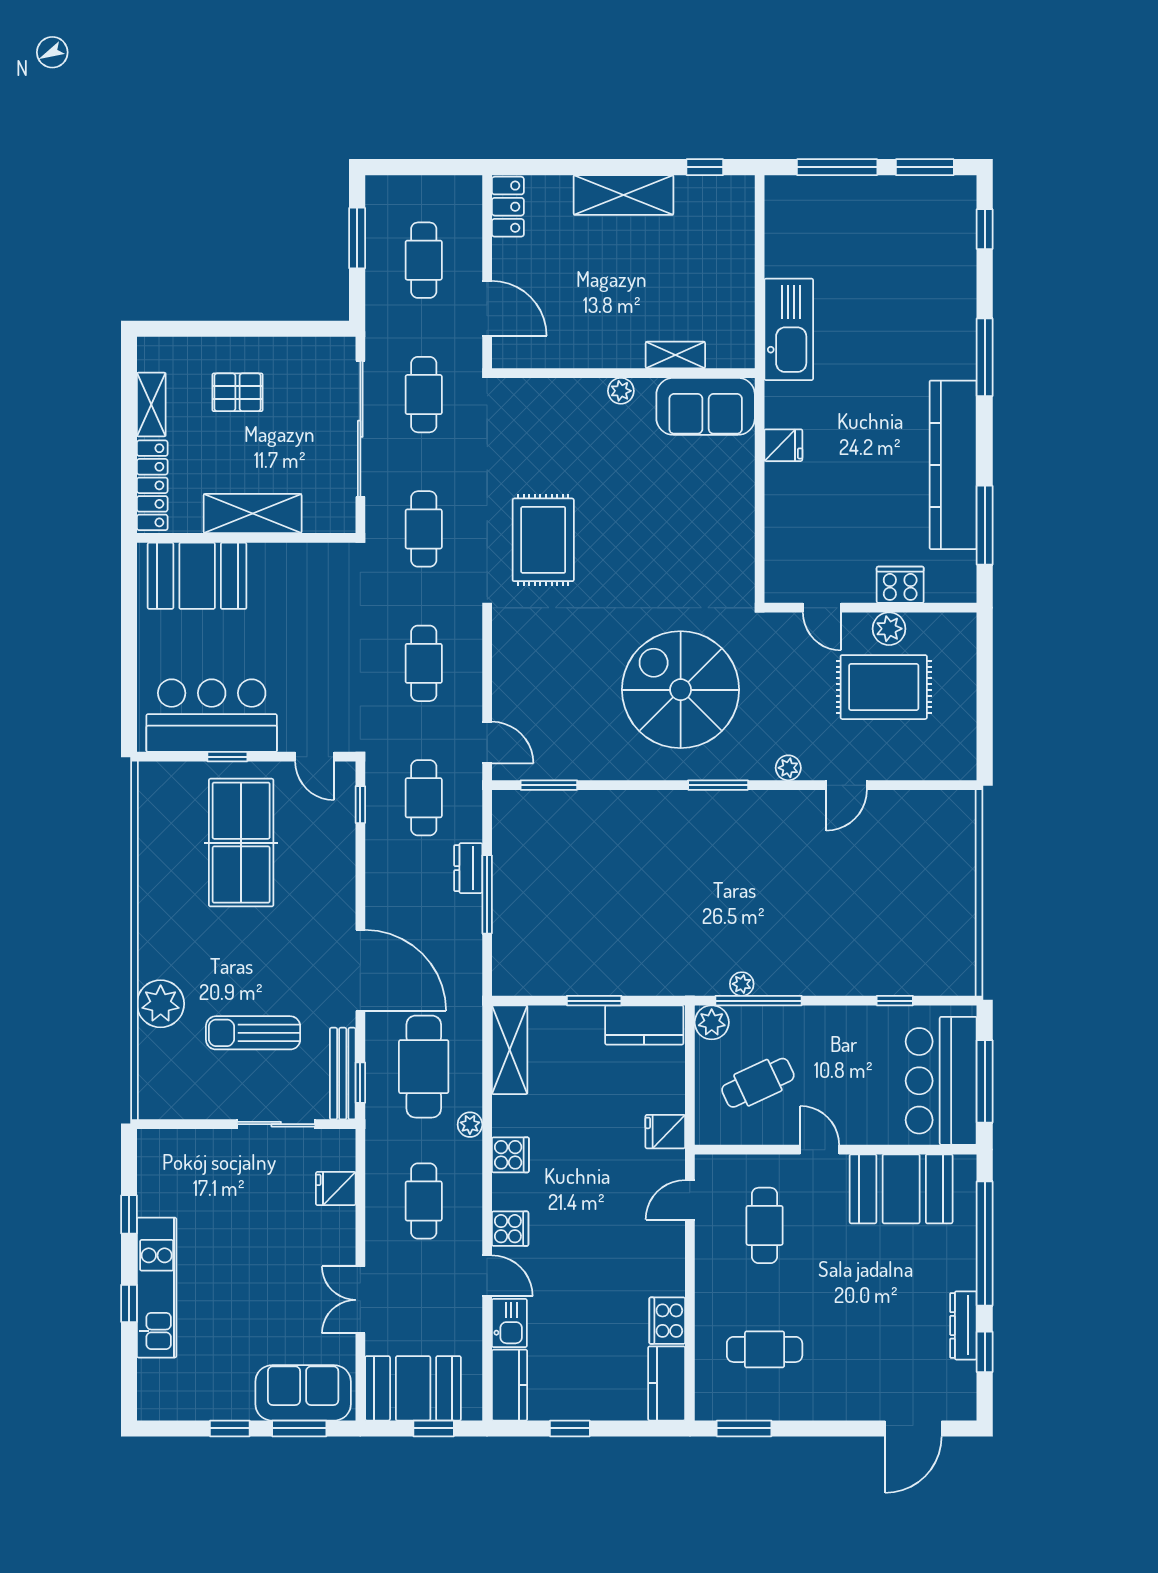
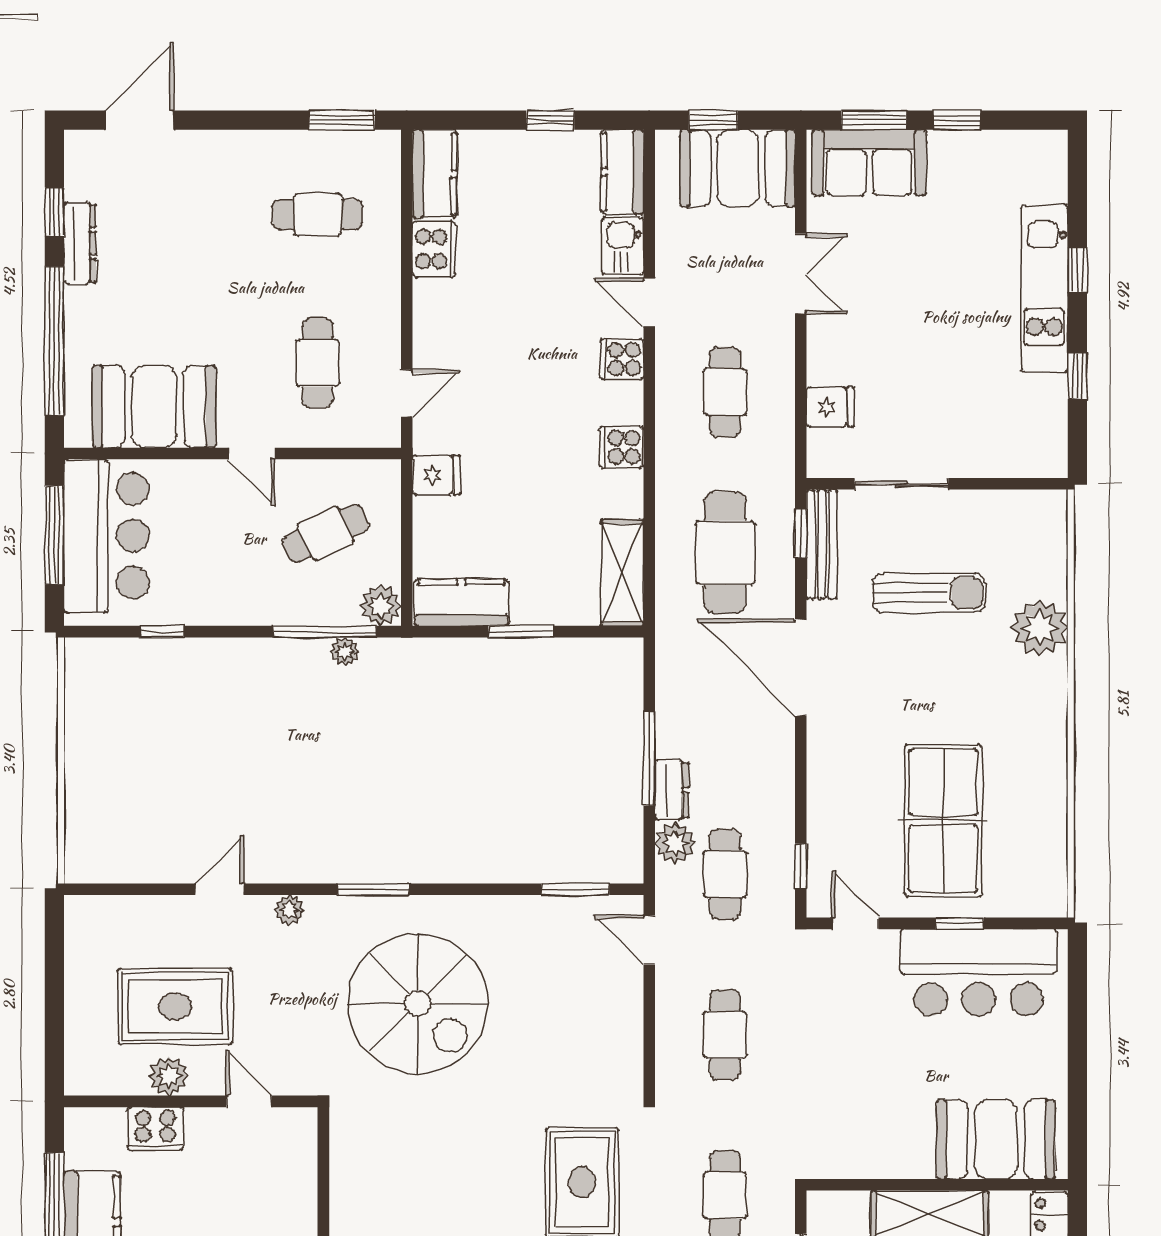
plant: (470, 1125) -> (675, 843), moved, width x1.38, depth x1.38

